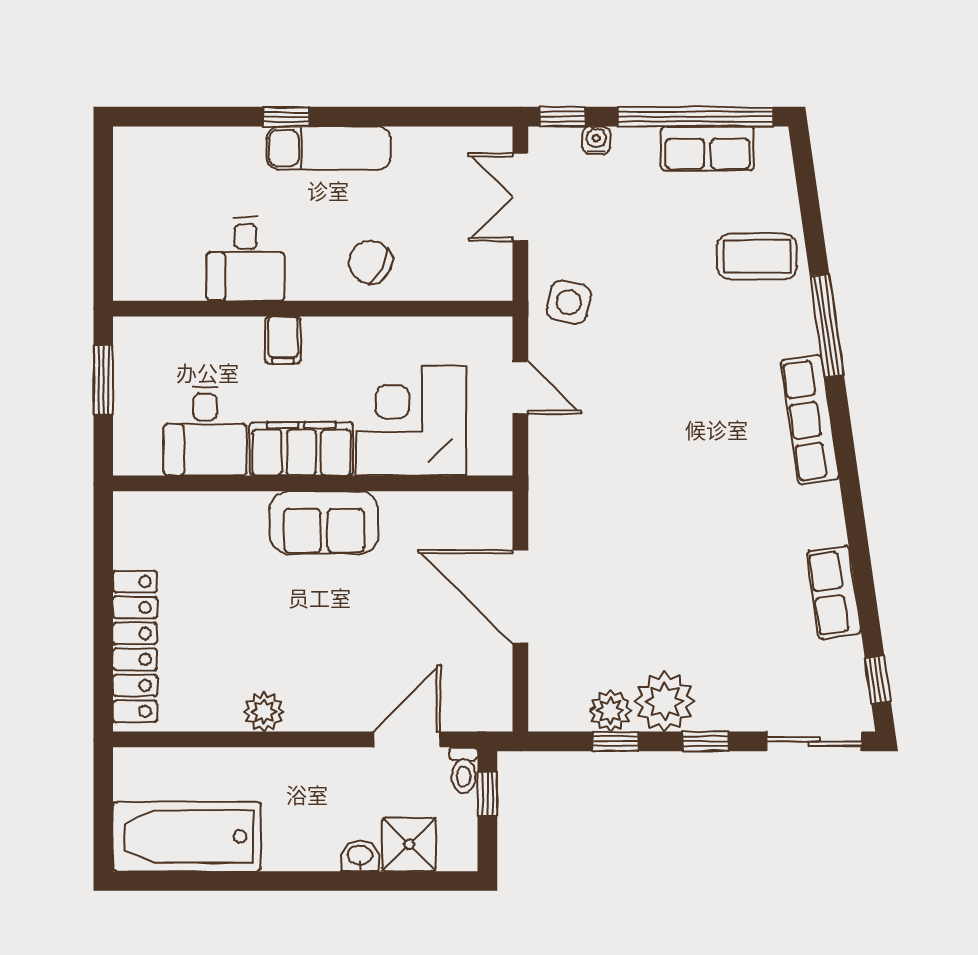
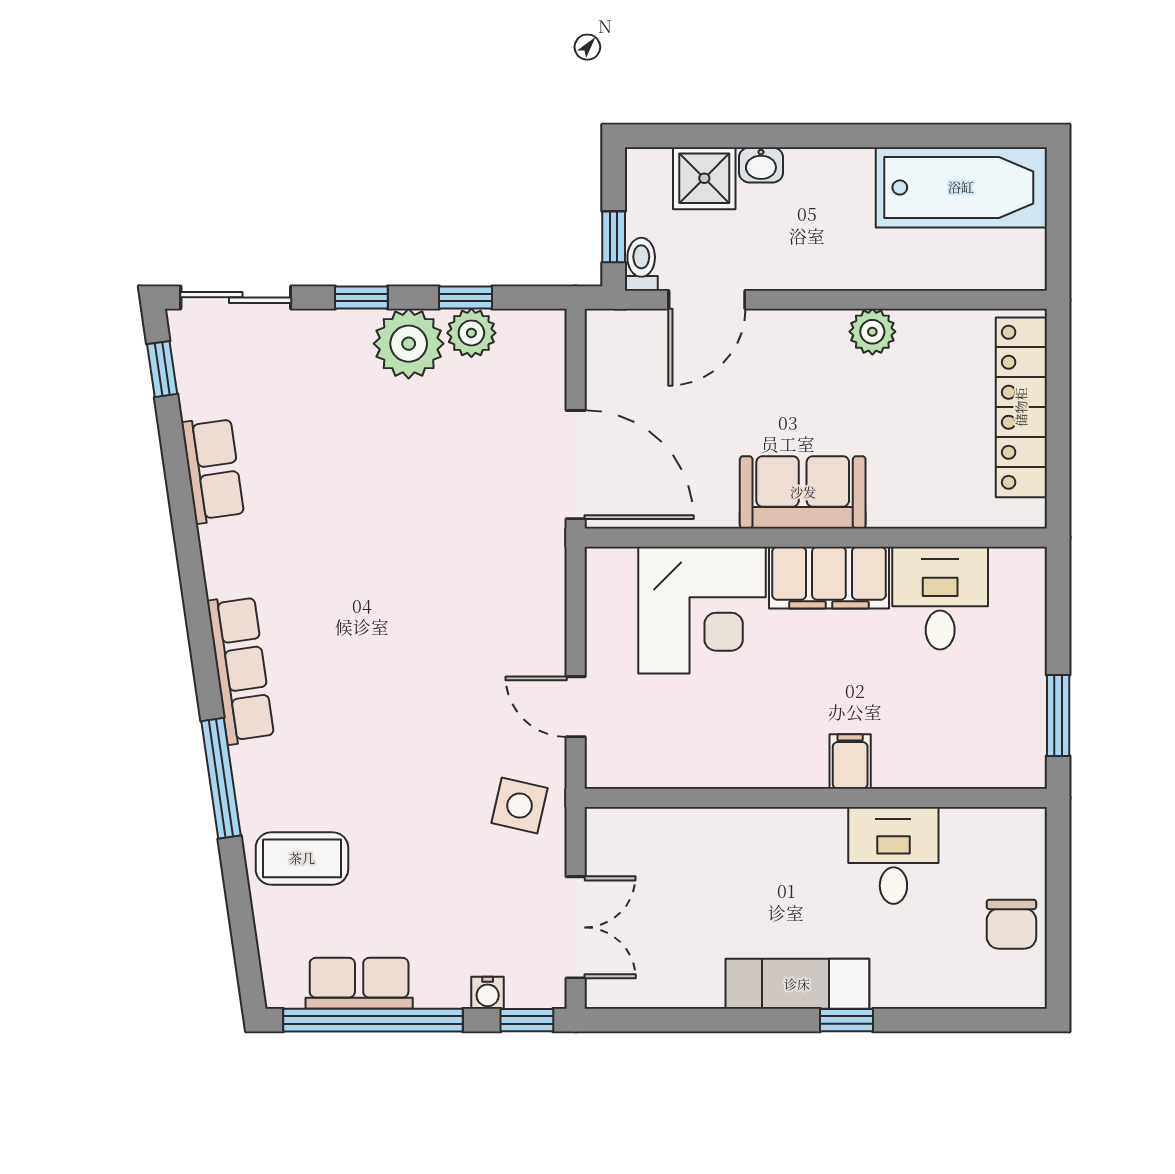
chair: (370, 262) -> (1011, 924), moved, turned 62
corner desk: (411, 421) -> (702, 610), moved
desk: (205, 431) -> (940, 598), moved
filing cabinet: (301, 449) -> (829, 578), moved
wall: (313, 483) -> (816, 538), moved
sofa: (324, 522) -> (803, 492), moved

